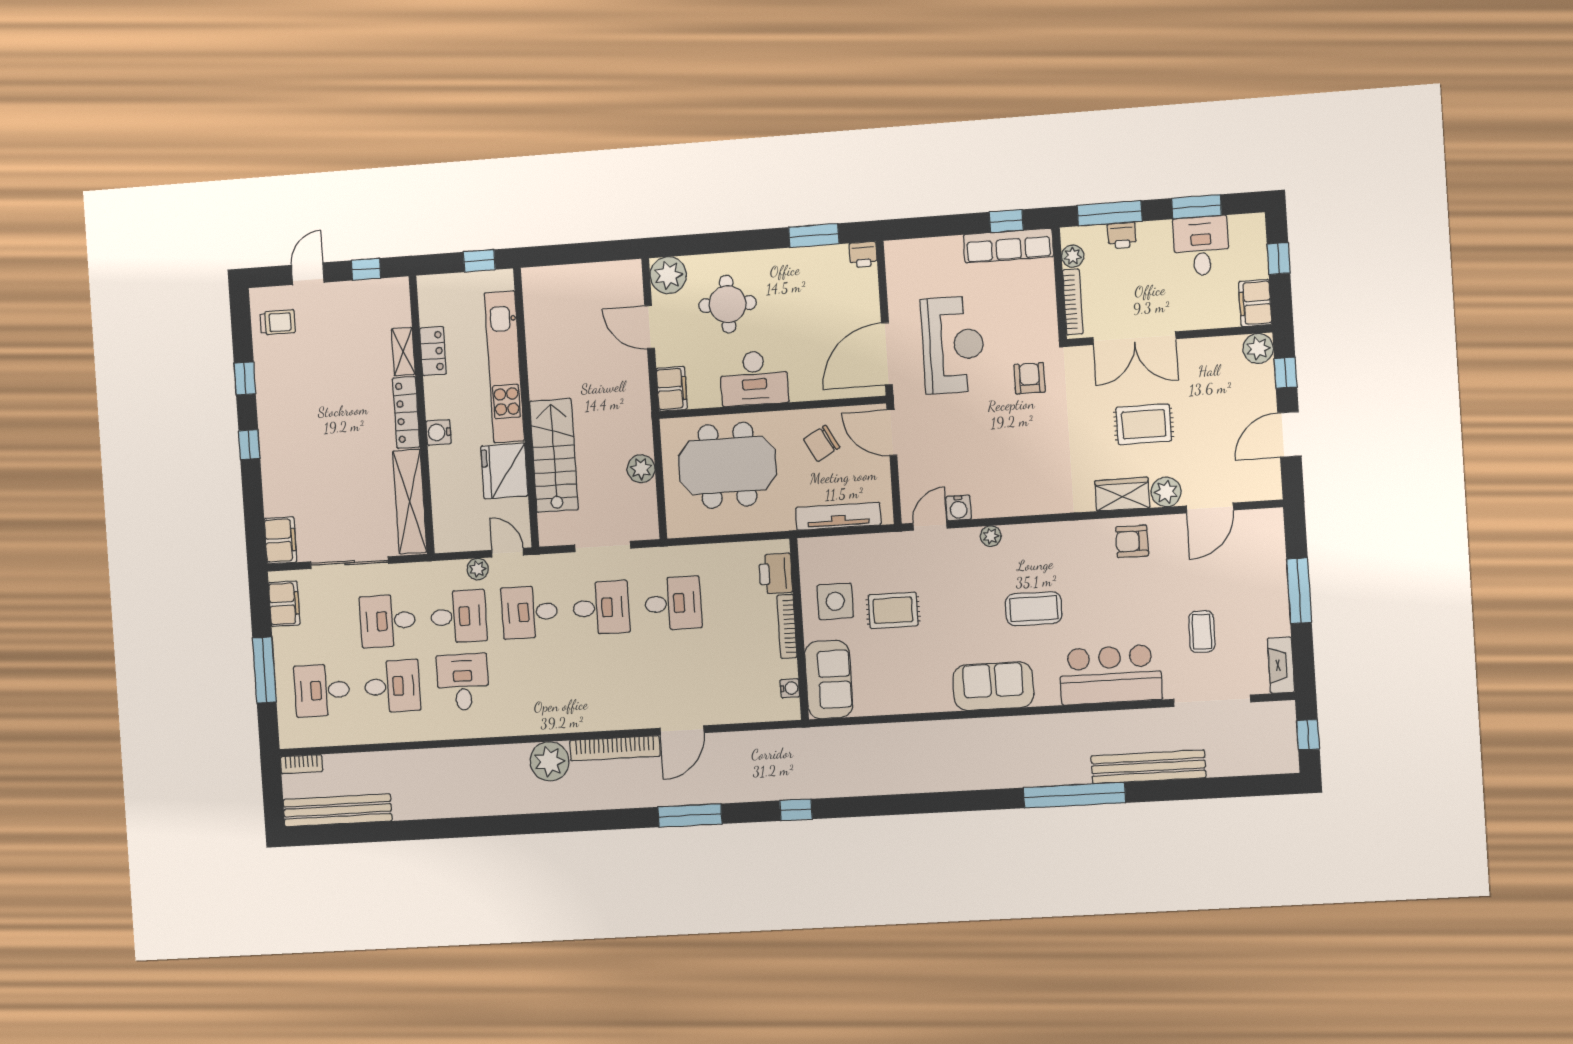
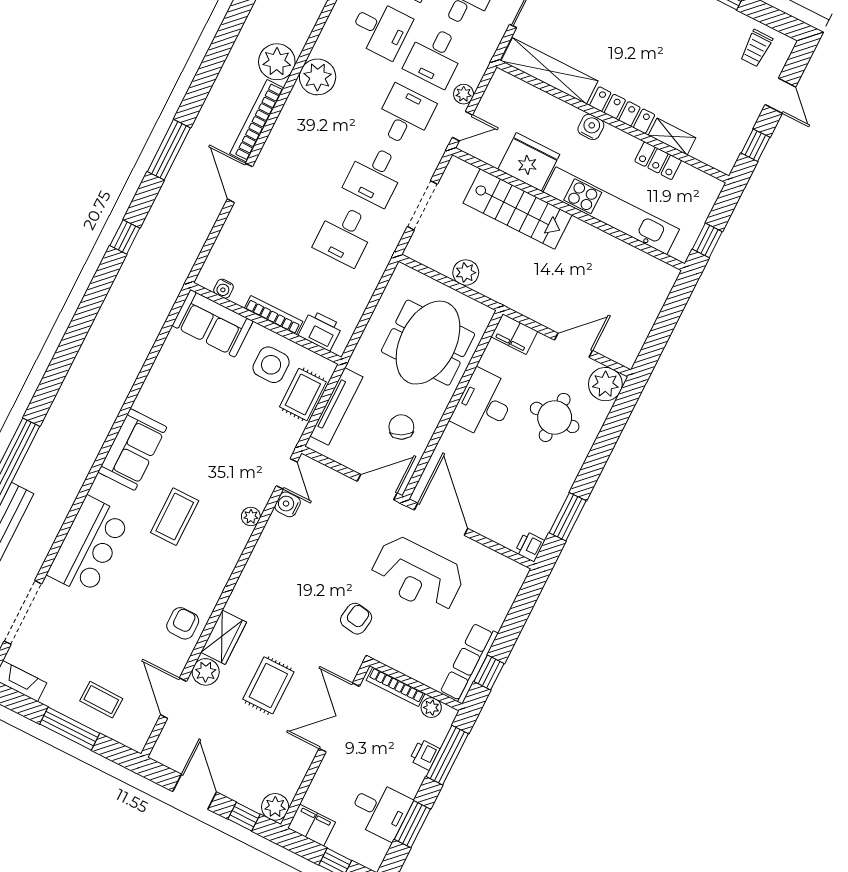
armchair: (1029, 378) -> (356, 619), turned -81
rug: (893, 610) -> (303, 394), moved
coffee table: (1202, 632) -> (101, 700), moved
plant: (541, 715) -> (318, 77), added

